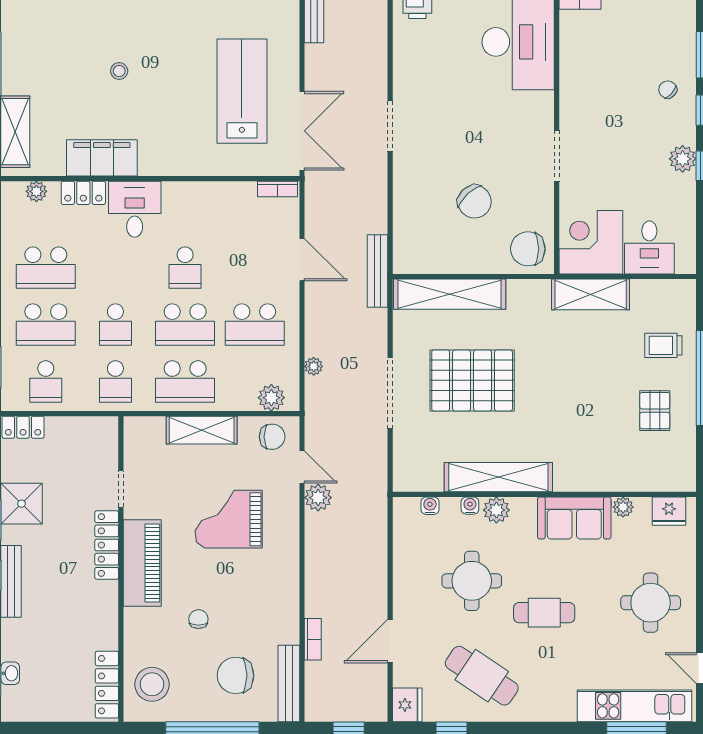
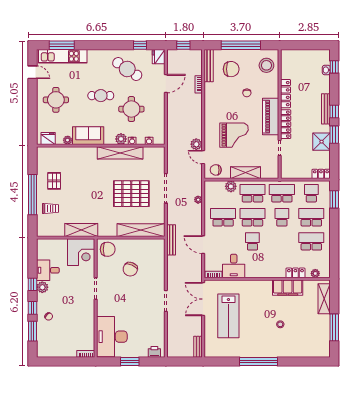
chair: (475, 202) -> (130, 269), turned -114
desk: (135, 209) -> (234, 266), moved
desk: (649, 247) -> (48, 270), moved, turned -90
school desk: (115, 381) -> (282, 193), width x1.85
plant: (271, 398) -> (231, 186), moved
locker: (107, 685) -> (285, 94), moved

